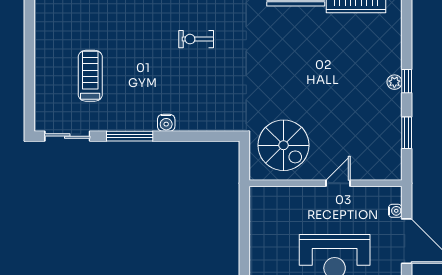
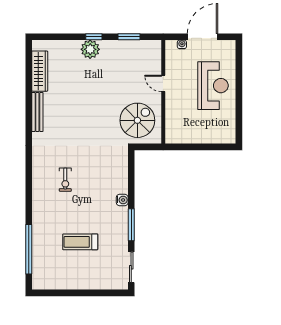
treadmill: (90, 76) -> (80, 242), moved
plant: (394, 82) -> (90, 49), width x1.88, depth x1.88

